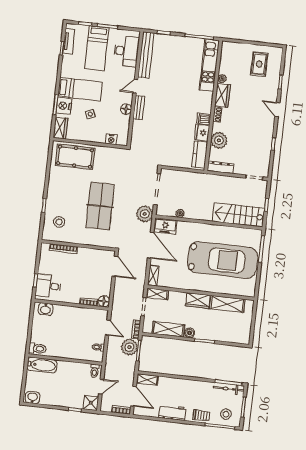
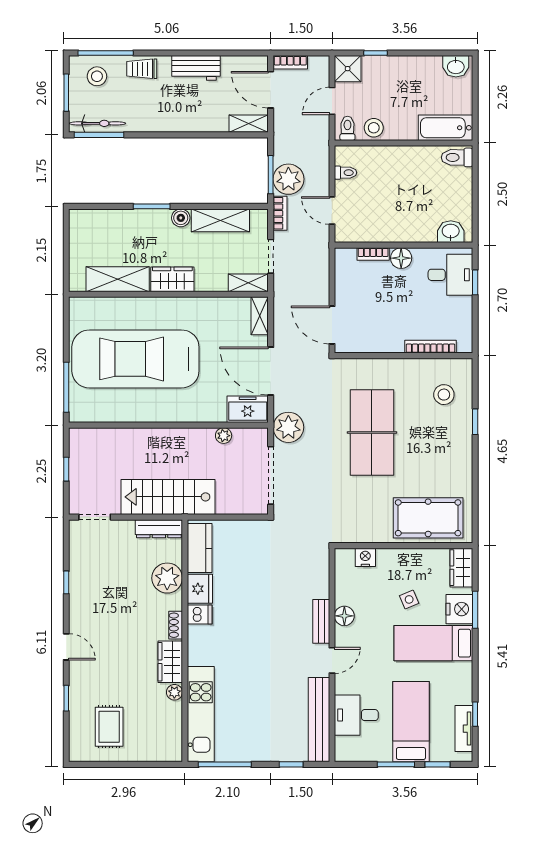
desk: (126, 51) -> (356, 715), width x0.73
stairs: (239, 215) -> (168, 497), moved, turned 180
floor lamp: (104, 301) -> (401, 258), moved
stool: (80, 370) -> (374, 128), added

